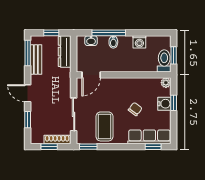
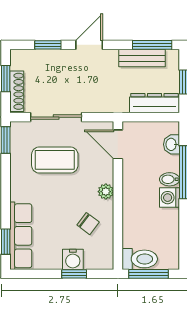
washing machine: (139, 42) -> (170, 198), moved
window: (174, 55) -> (149, 274), width x1.50
plant: (166, 83) -> (106, 192), moved
chair: (135, 109) -> (88, 224), moved
coffee table: (105, 126) -> (55, 160), moved

